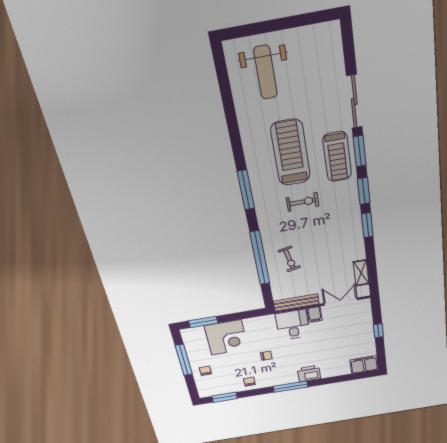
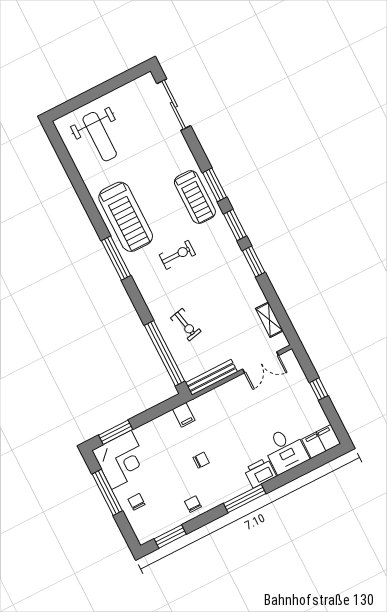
sliding door: (354, 102) -> (174, 105), moved
treadmill: (290, 153) -> (126, 217), moved, turned 180
window: (260, 258) -> (165, 353), moved
double door: (341, 302) -> (261, 362), swing flipped
filing cabinet: (315, 314) -> (184, 415), moved
desk: (293, 325) -> (285, 450), moved, turned 180
corner desk: (226, 338) -> (121, 460), moved

